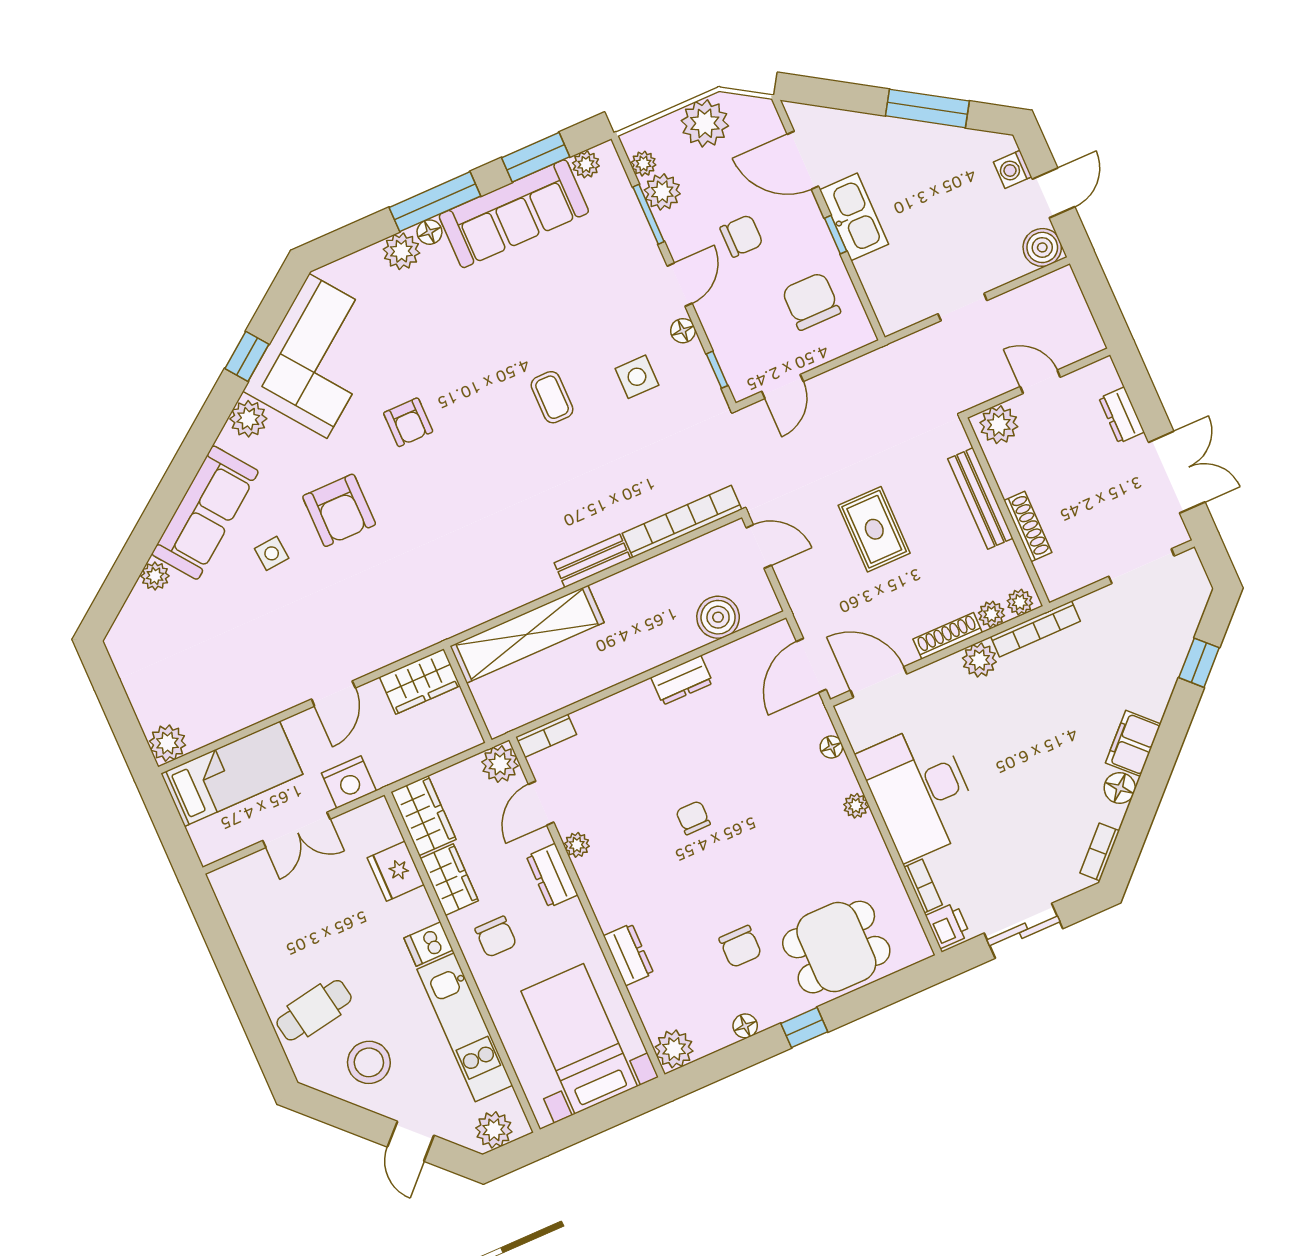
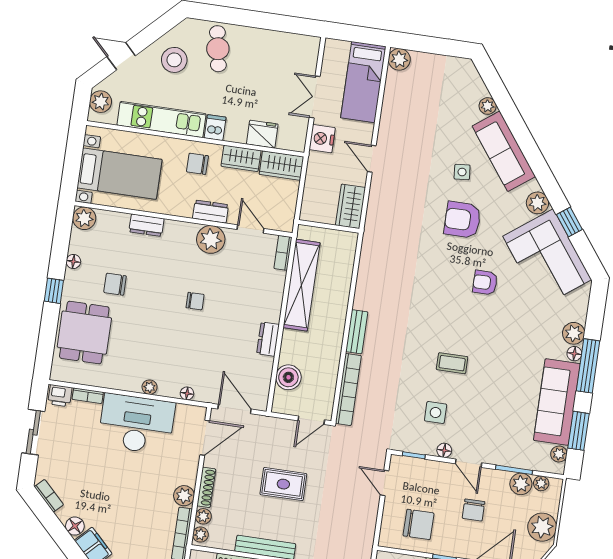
shelving: (527, 634) -> (302, 285), moved
plant: (500, 764) -> (283, 221), removed
plant: (577, 845) -> (211, 239), width x1.88, depth x1.88

